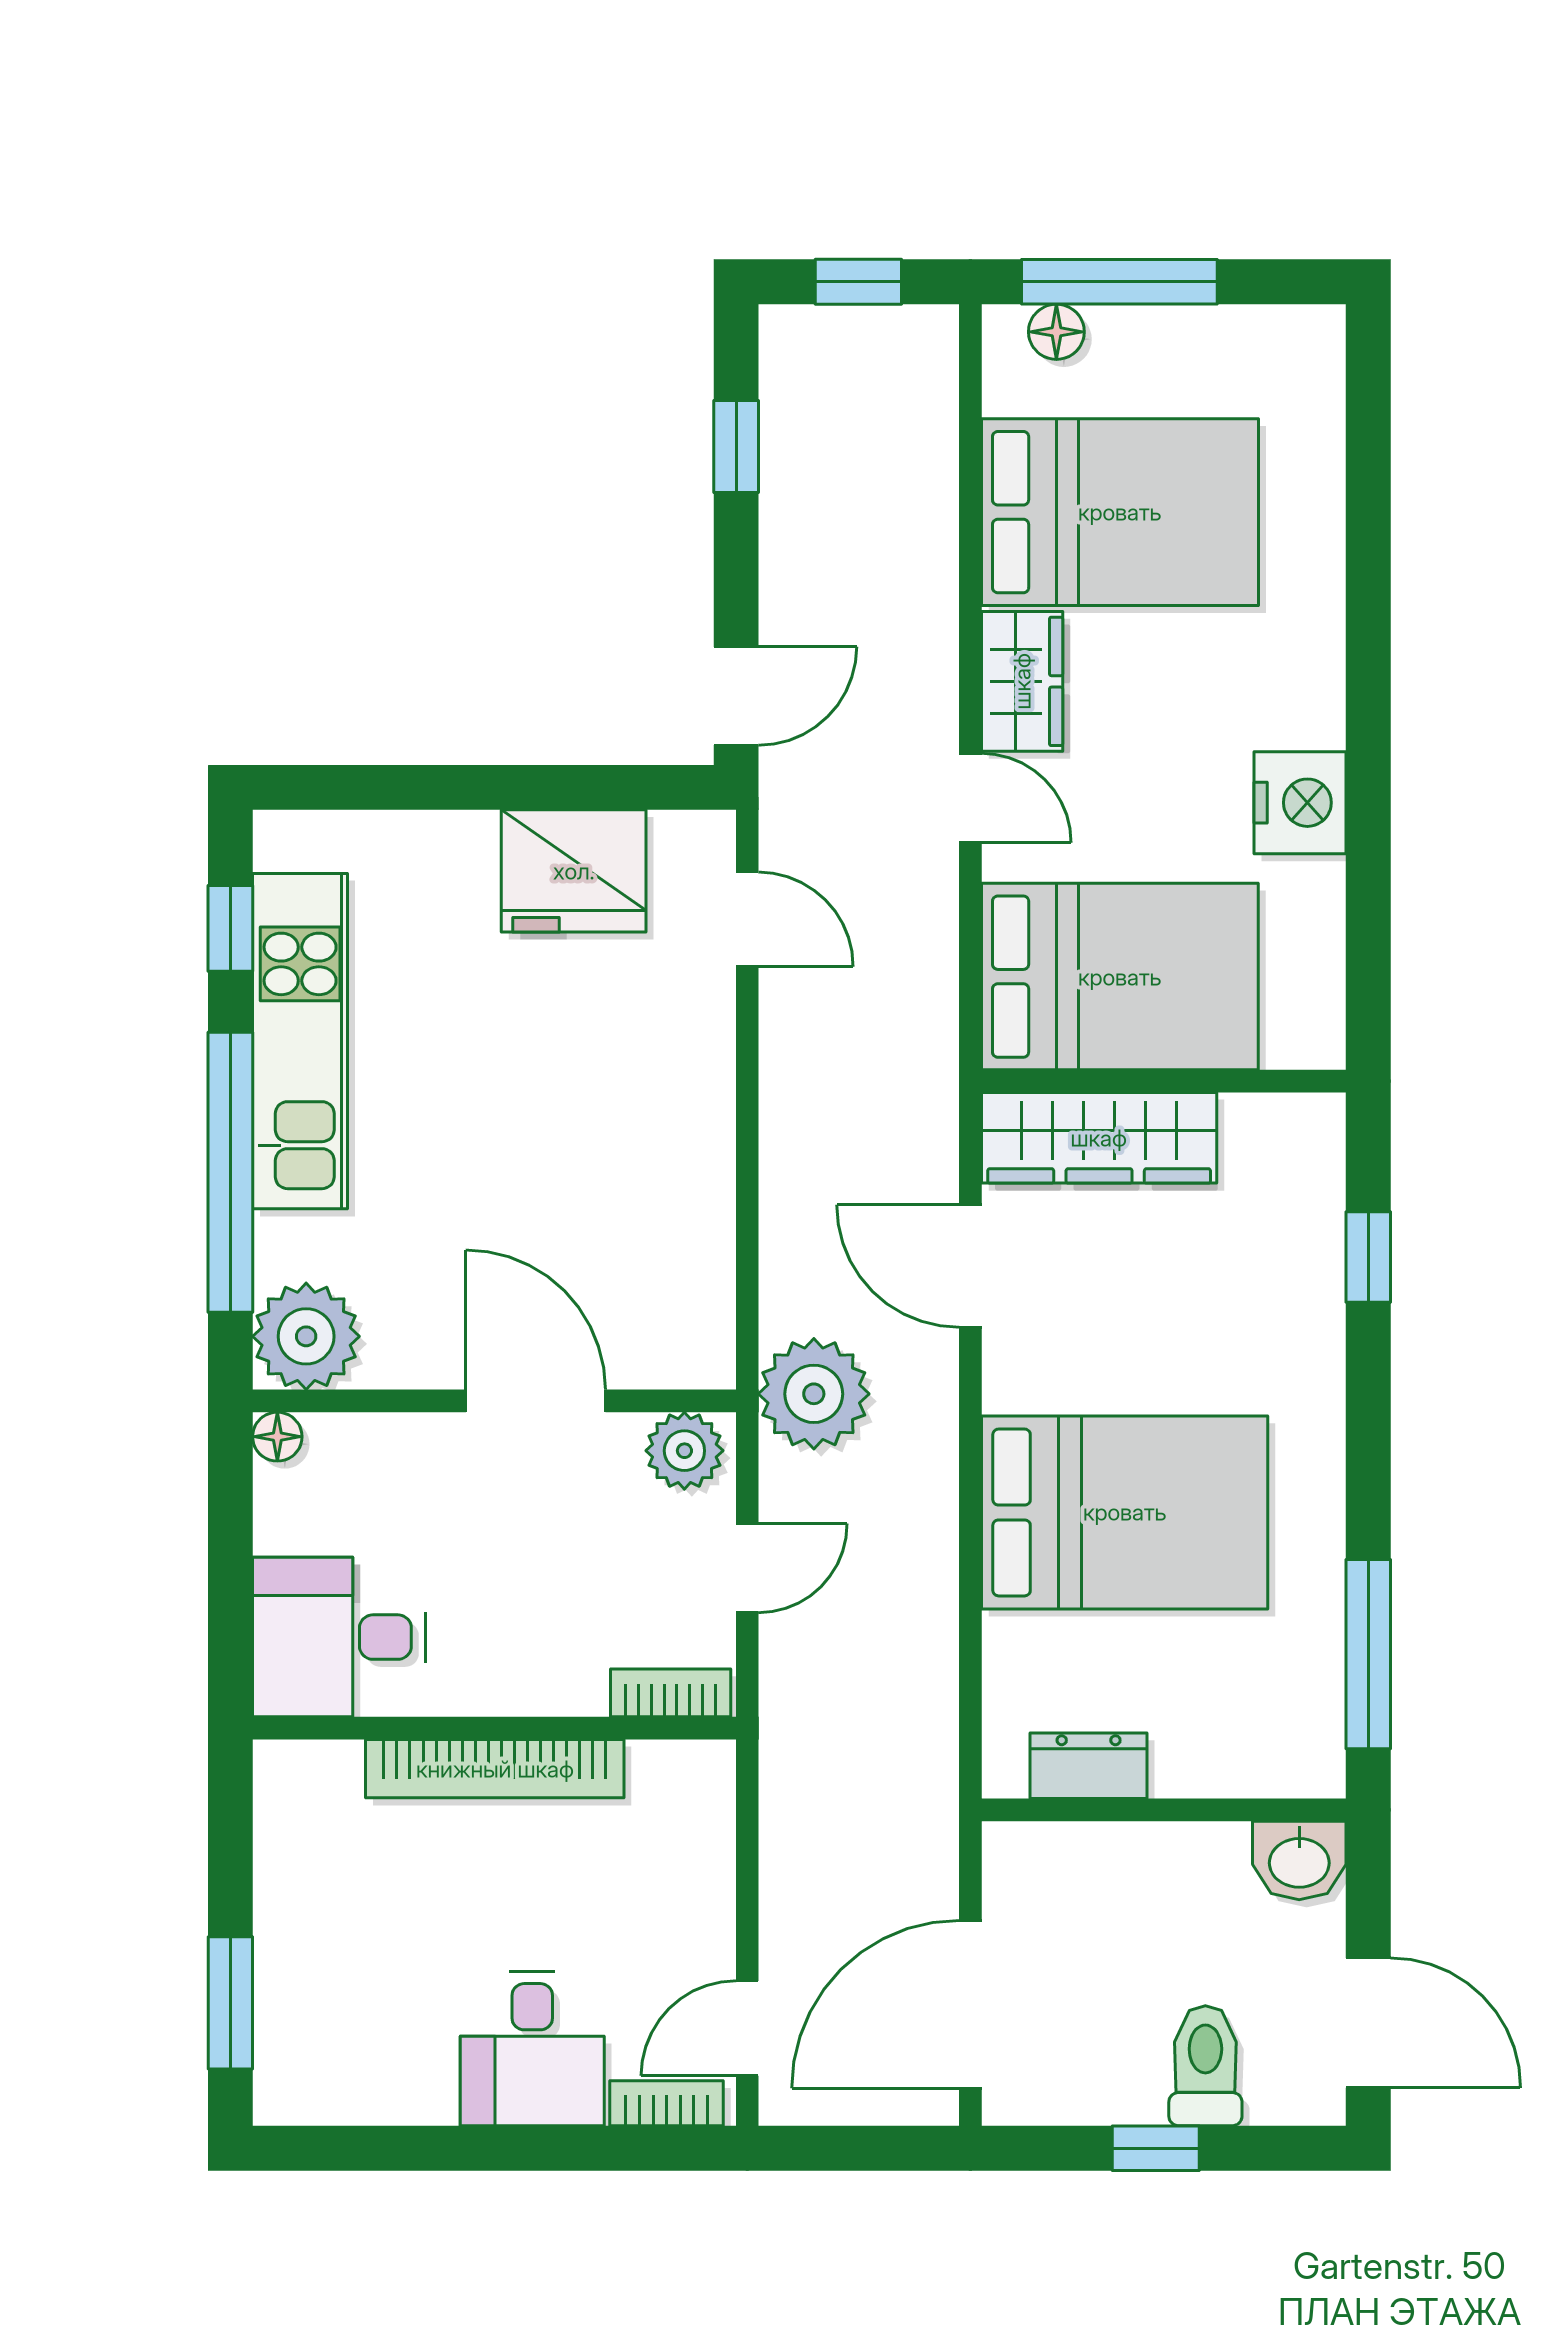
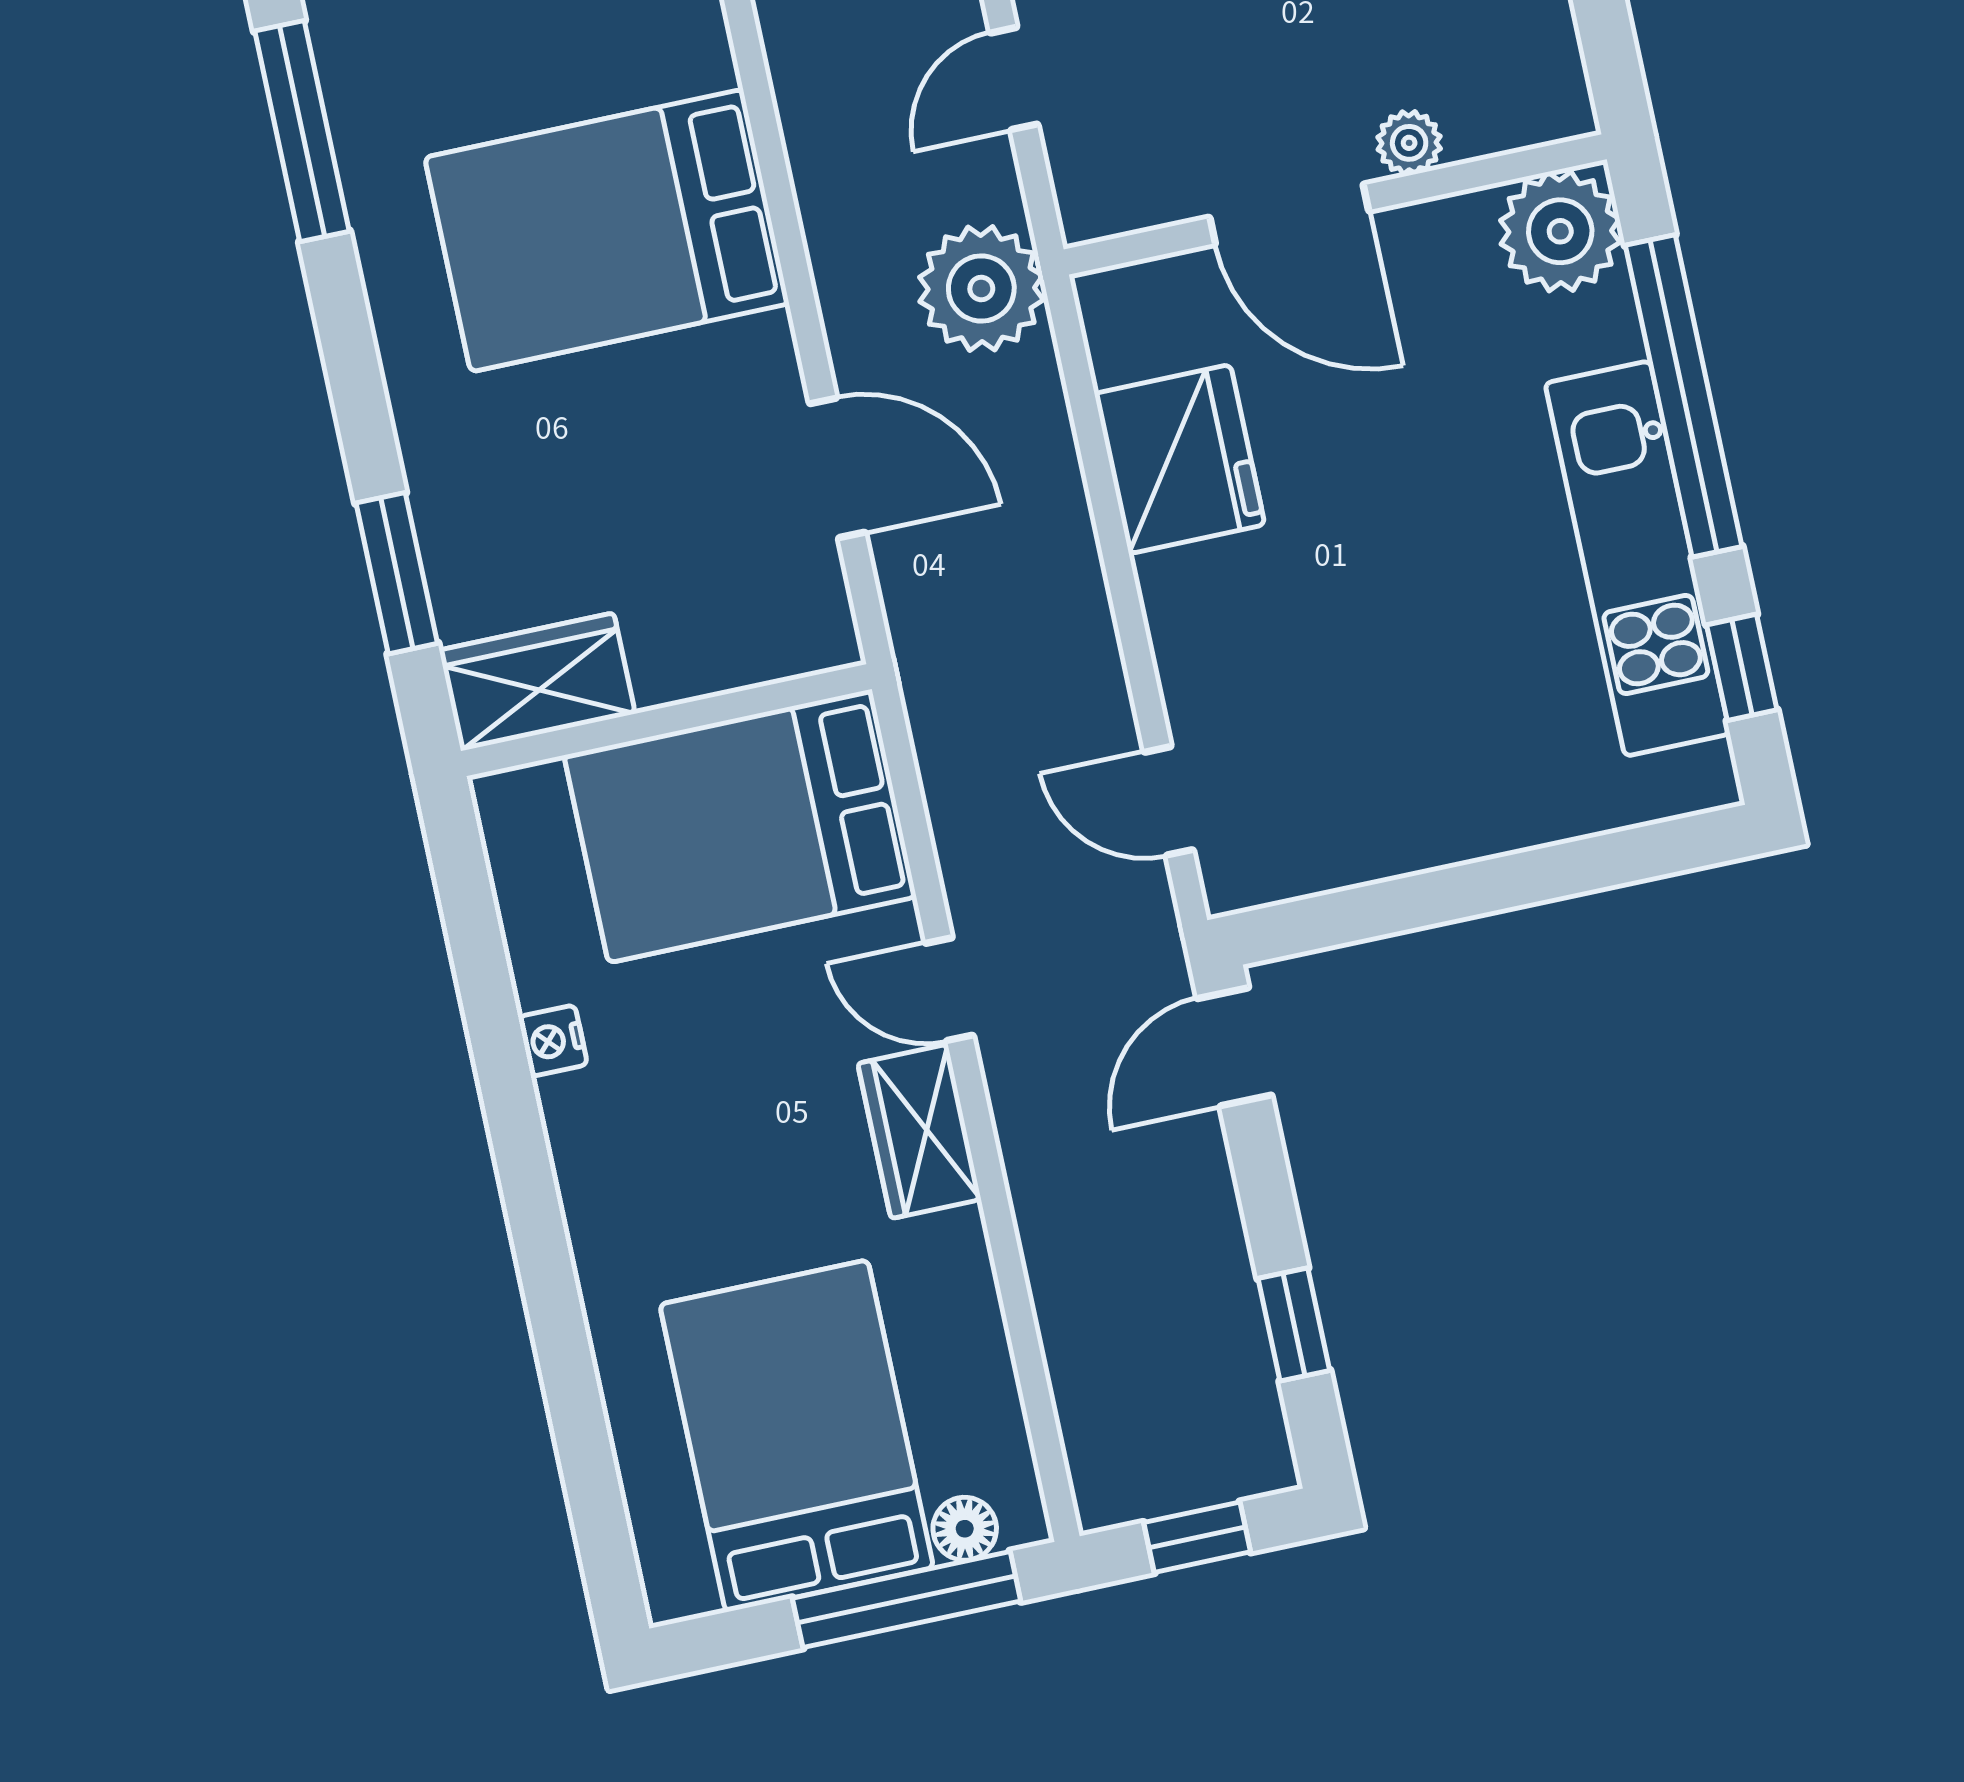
bed: (1120, 512) -> (797, 1436), moved, turned 90
nightstand: (1300, 803) -> (553, 1041), width x0.53, depth x0.56
fridge: (574, 871) -> (1180, 459), moved, turned 90
wardrobe: (1099, 1138) -> (537, 682), moved, width x0.67
window: (1368, 1257) -> (397, 573), width x1.50
floor lamp: (277, 1437) -> (1568, 113), removed
plant: (684, 1451) -> (1409, 143), moved, width x0.73, depth x0.73

